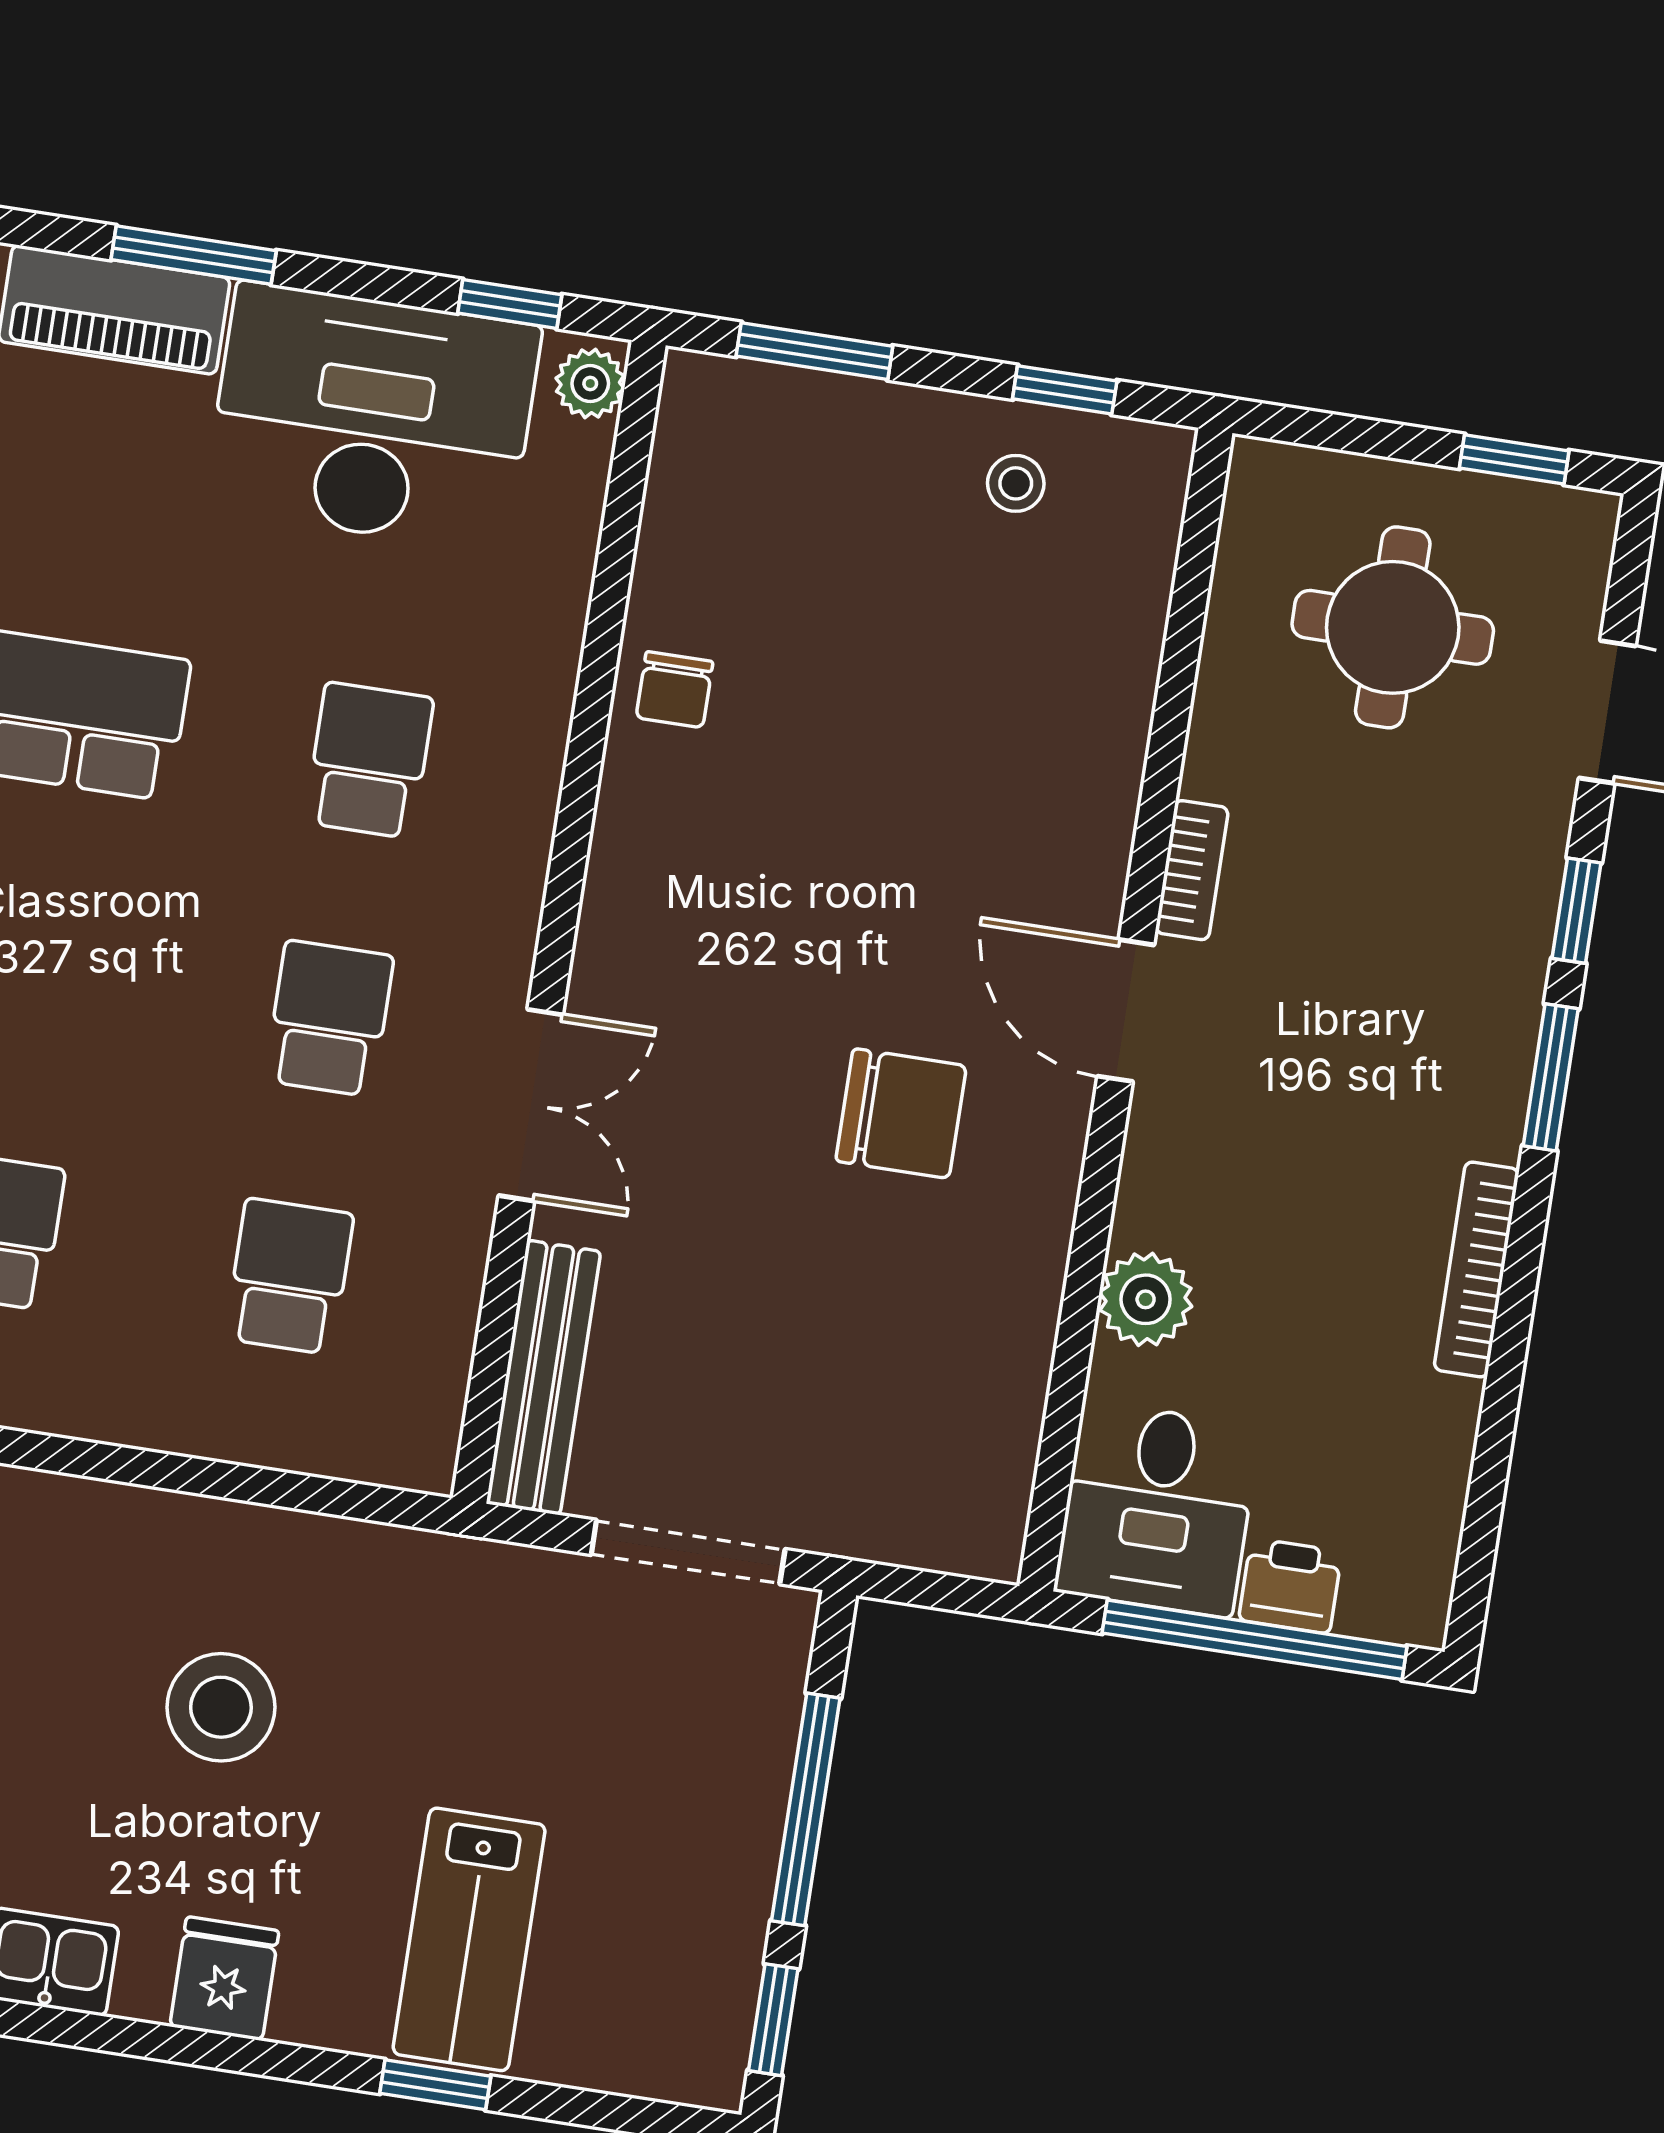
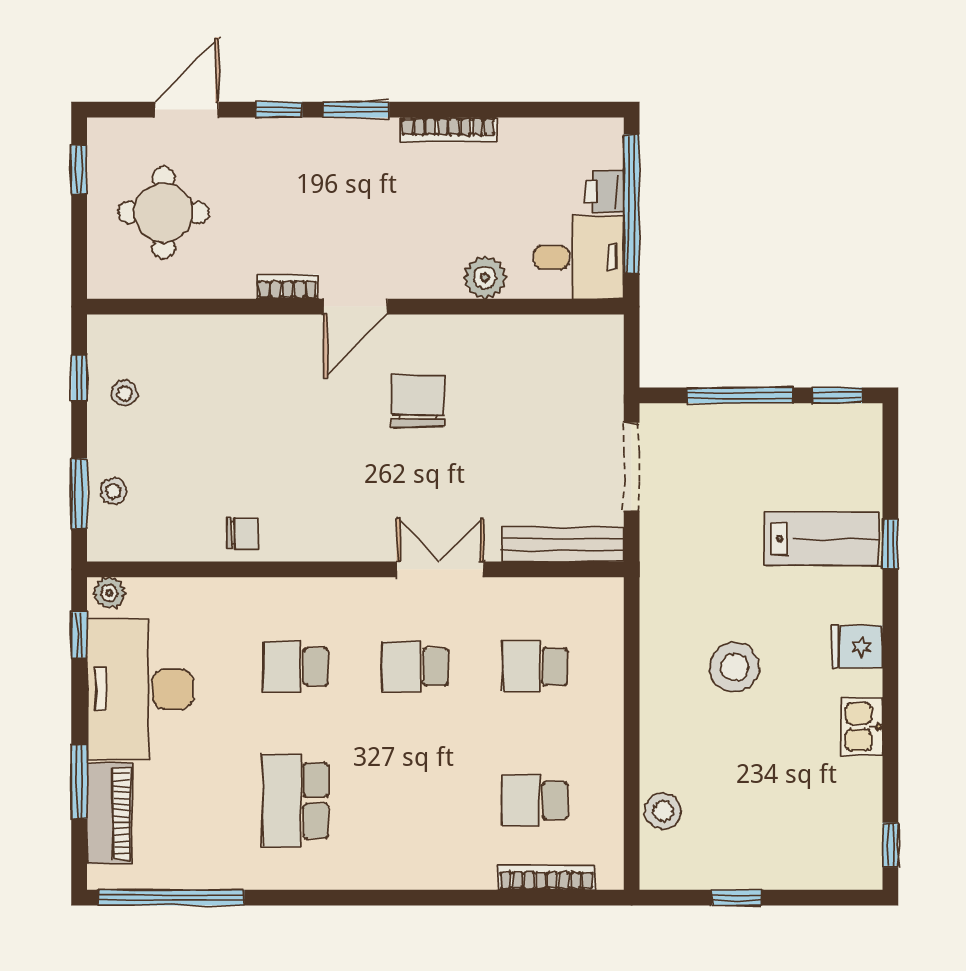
stool: (809, 426) -> (113, 491), added

